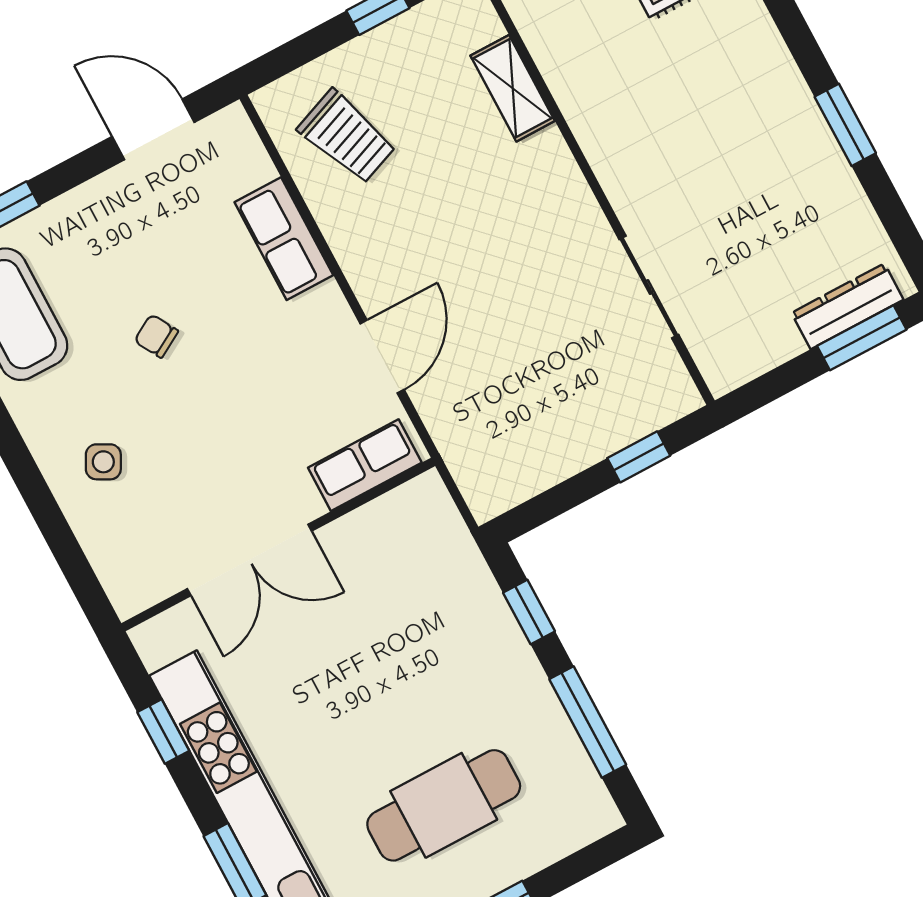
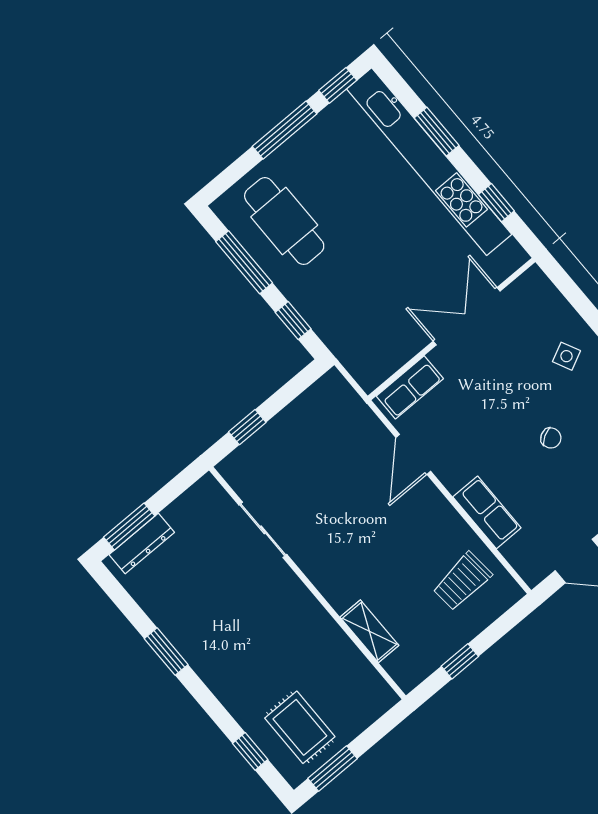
trolley: (347, 137) -> (462, 581), turned -74
side table: (103, 462) -> (566, 356), turned 36
cafe table: (444, 805) -> (284, 221), moved, turned 90

